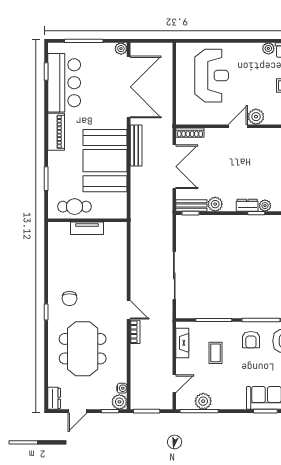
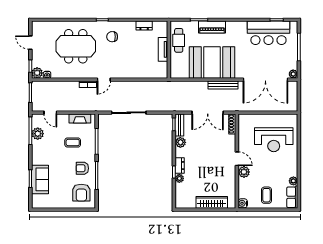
piano: (56, 132) -> (212, 27), moved
dresser: (54, 398) -> (144, 26), moved

